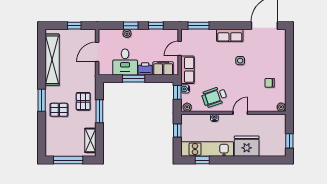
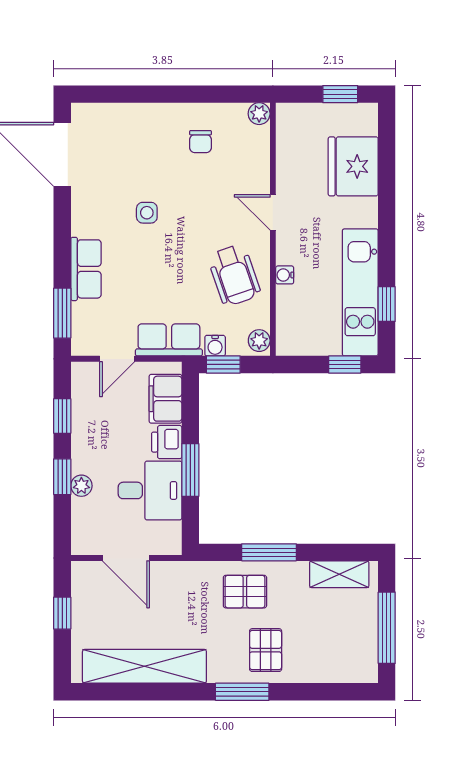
row of seats: (230, 35) -> (86, 269), moved
door: (180, 48) -> (117, 359), hinge flipped
window: (177, 130) -> (345, 364), moved
fridge: (247, 146) -> (353, 166), moved

